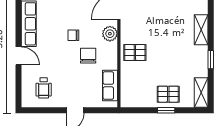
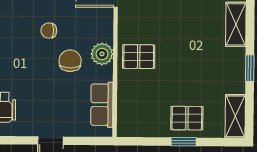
plant: (110, 34) -> (102, 54), moved

